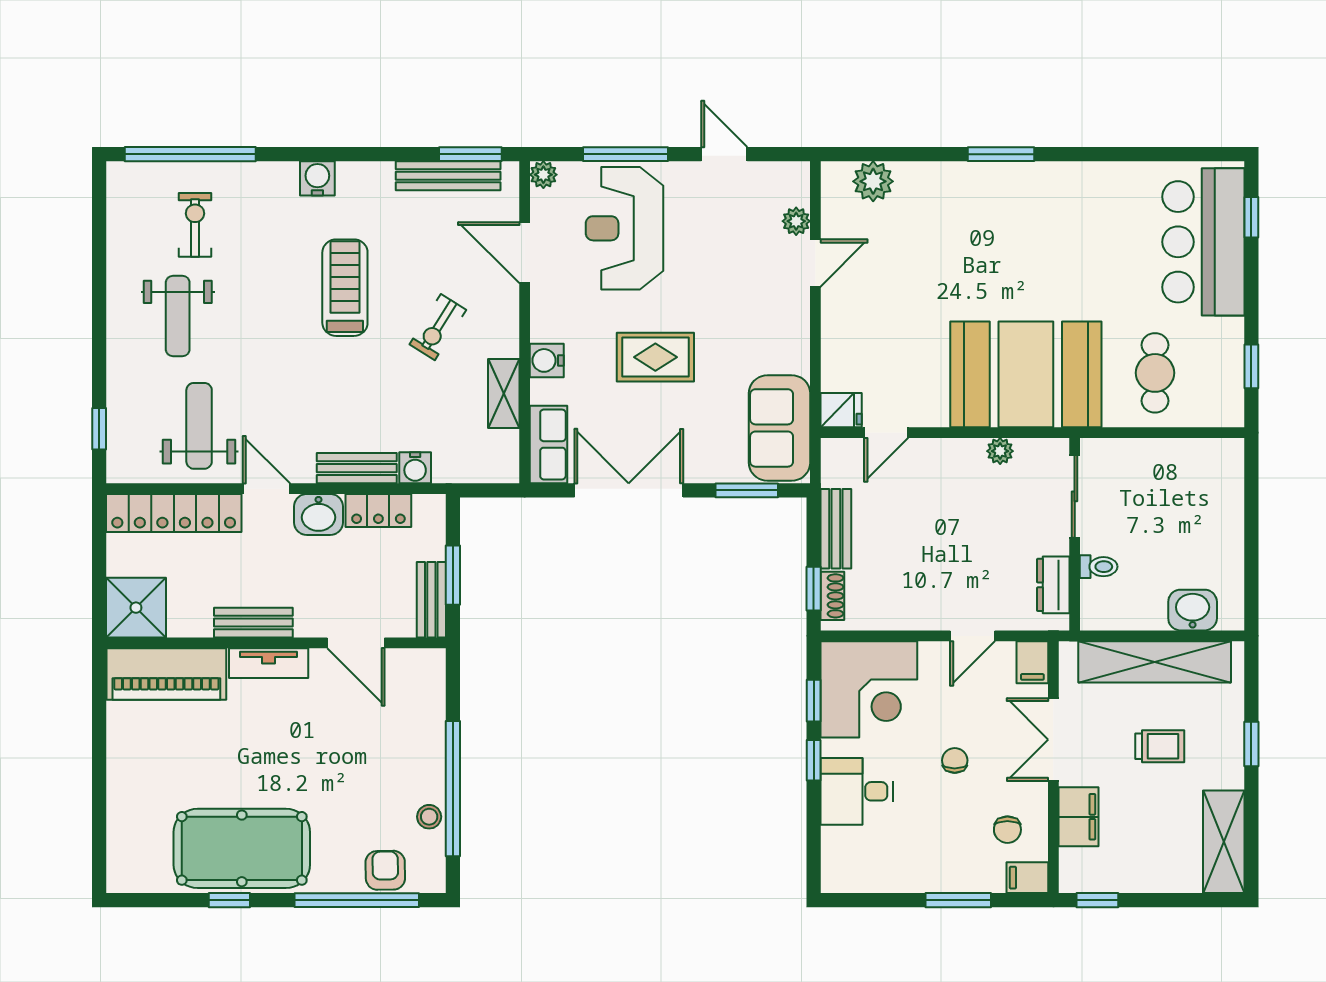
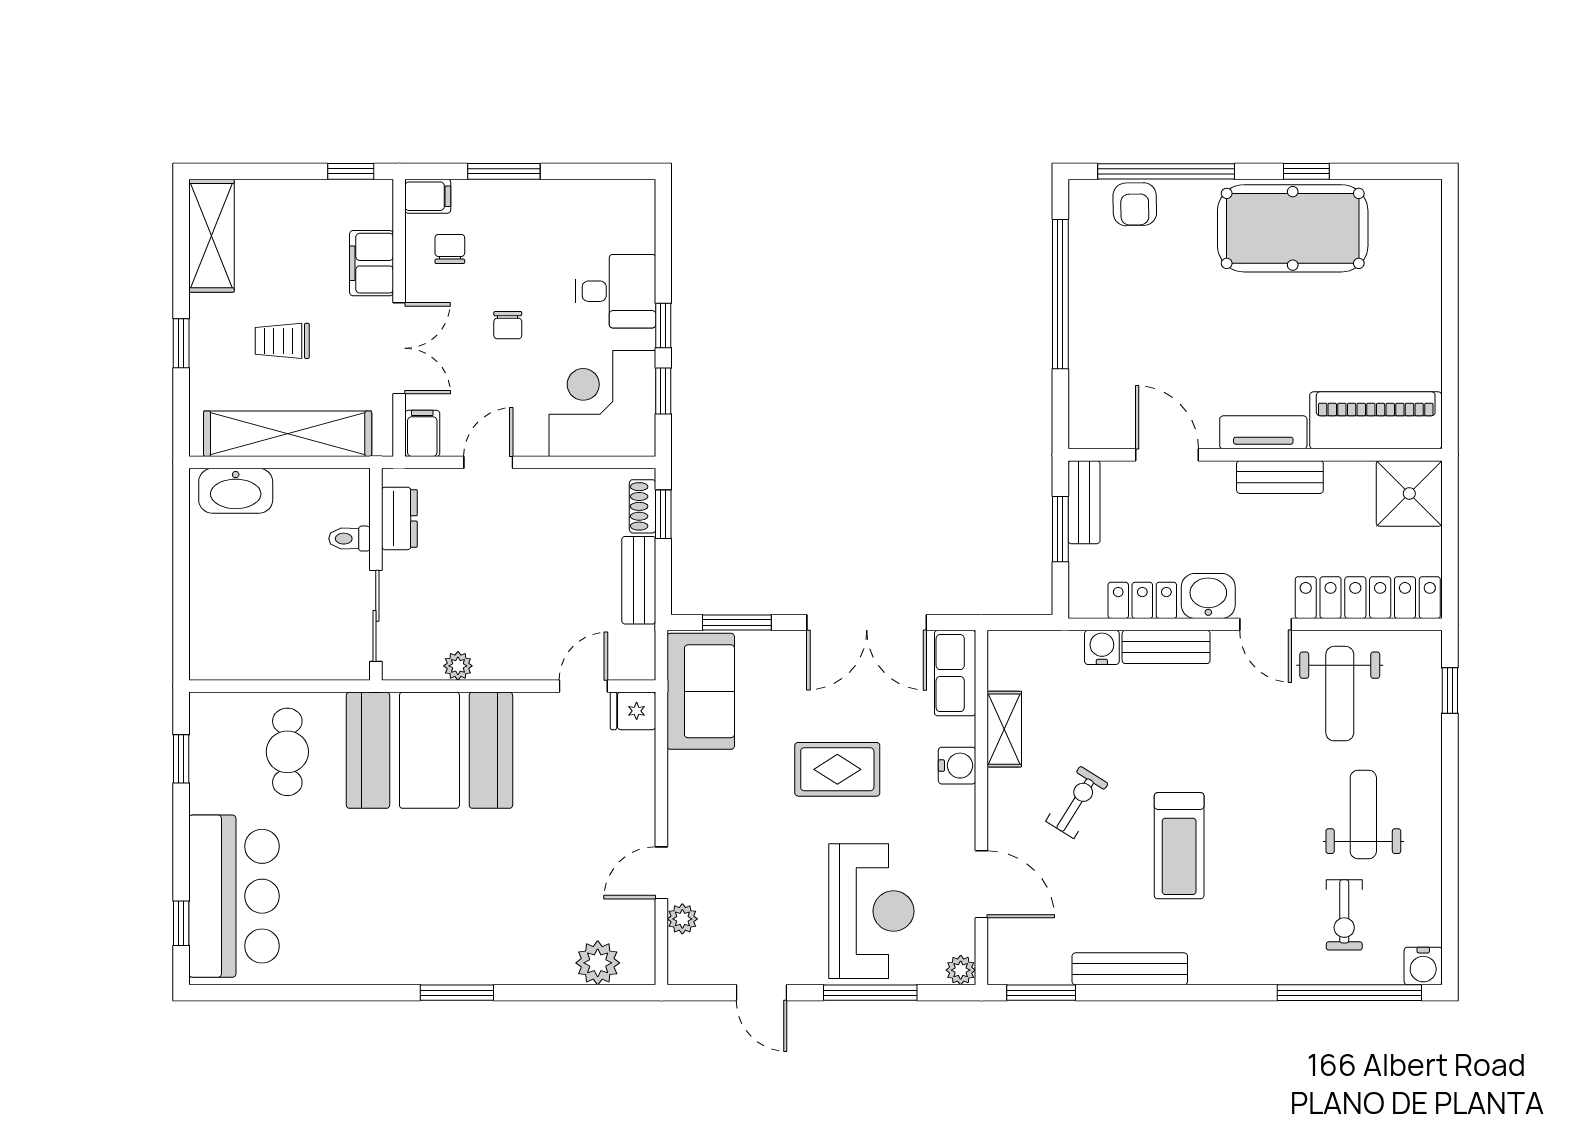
bench: (448, 176) -> (1130, 969), moved
water cooler: (317, 178) -> (1423, 966), moved
washbasin: (1193, 610) -> (236, 491), width x1.38
stool: (429, 817) -> (1086, 263), removed

